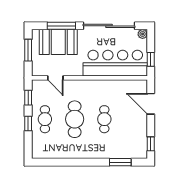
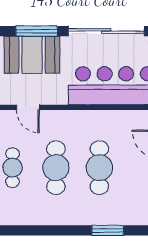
cafe table: (104, 119) -> (99, 168), width x1.37, depth x1.35
window: (120, 162) -> (108, 230), moved

